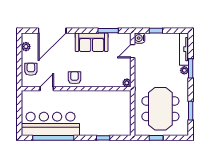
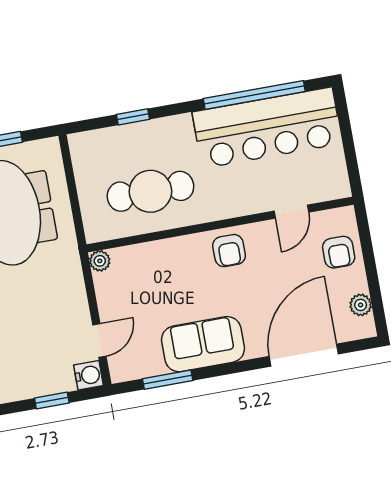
cafe table: (102, 107) -> (150, 191), added

